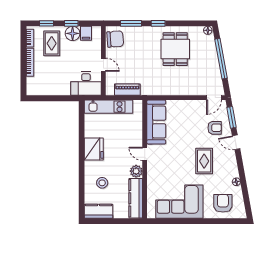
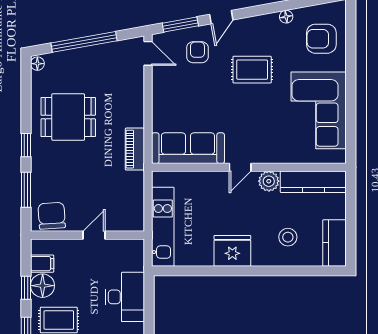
desk: (86, 84) -> (125, 297), moved
piano: (127, 90) -> (135, 149), moved

